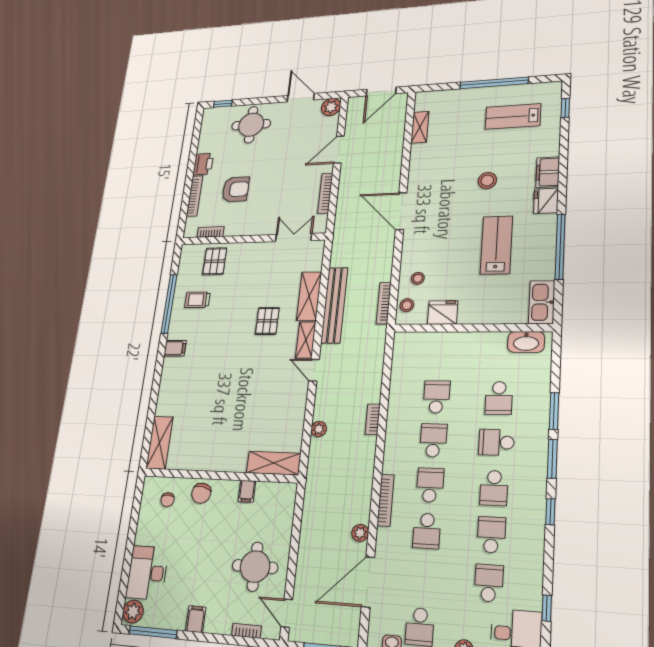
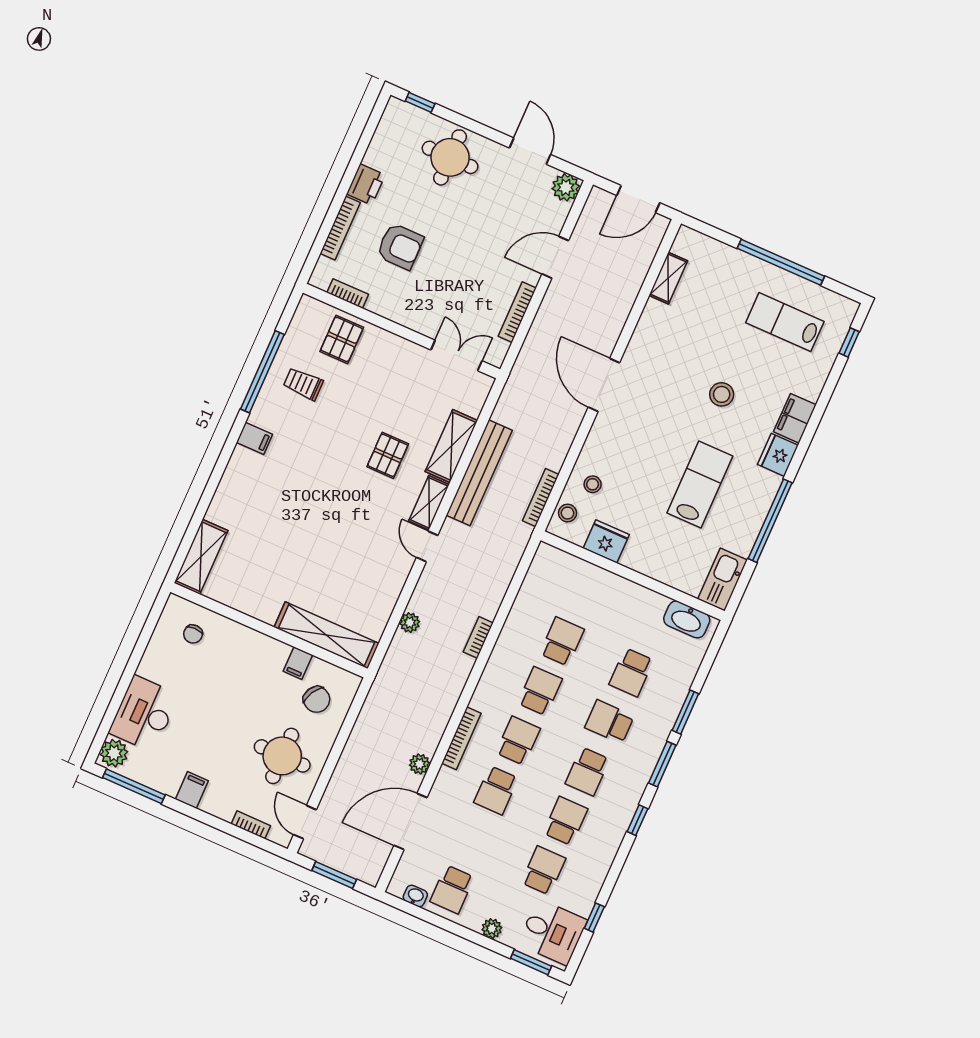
shelving: (274, 463) -> (326, 635), width x1.47
chair: (201, 493) -> (317, 699), moved, turned -72

